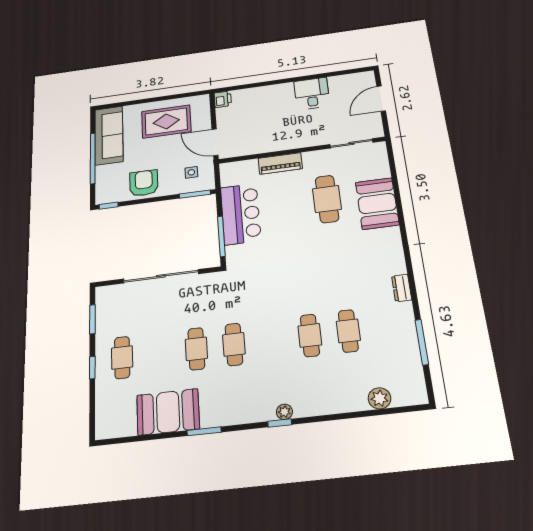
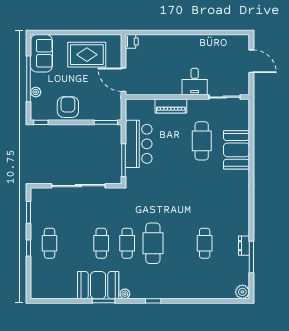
desk: (312, 94) -> (195, 82), moved, turned 180
door: (381, 99) -> (251, 61), swing flipped
sofa: (109, 135) -> (41, 53), width x0.73
plant: (102, 172) -> (36, 92), added
side table: (191, 172) -> (104, 103), removed
dresser: (402, 288) -> (244, 246), moved
cafe table: (310, 335) -> (153, 243), moved, width x1.37, depth x1.35
plant: (379, 398) -> (242, 292), moved
booth: (168, 412) -> (98, 285), moved
plant: (284, 412) -> (125, 294), moved

